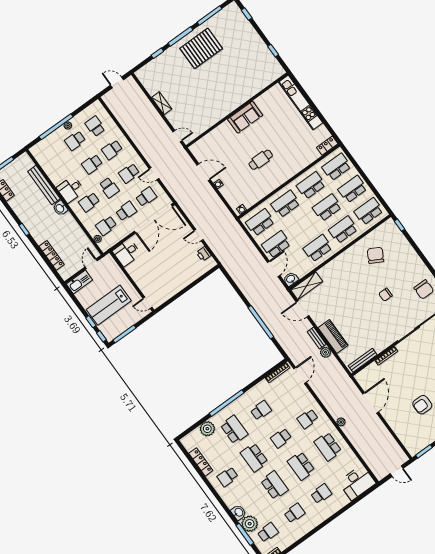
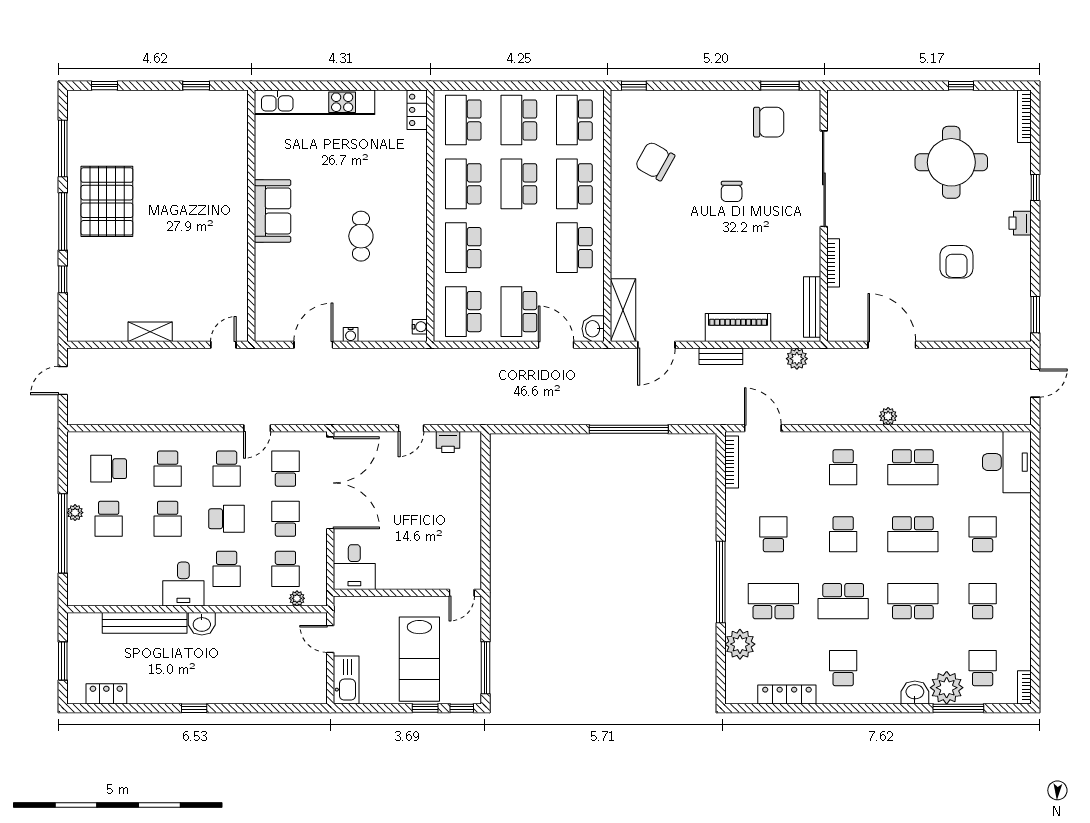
locker: (52, 255) -> (269, 694), removed
plant: (326, 352) -> (797, 359), moved
school desk: (228, 477) -> (843, 668), turned 180

